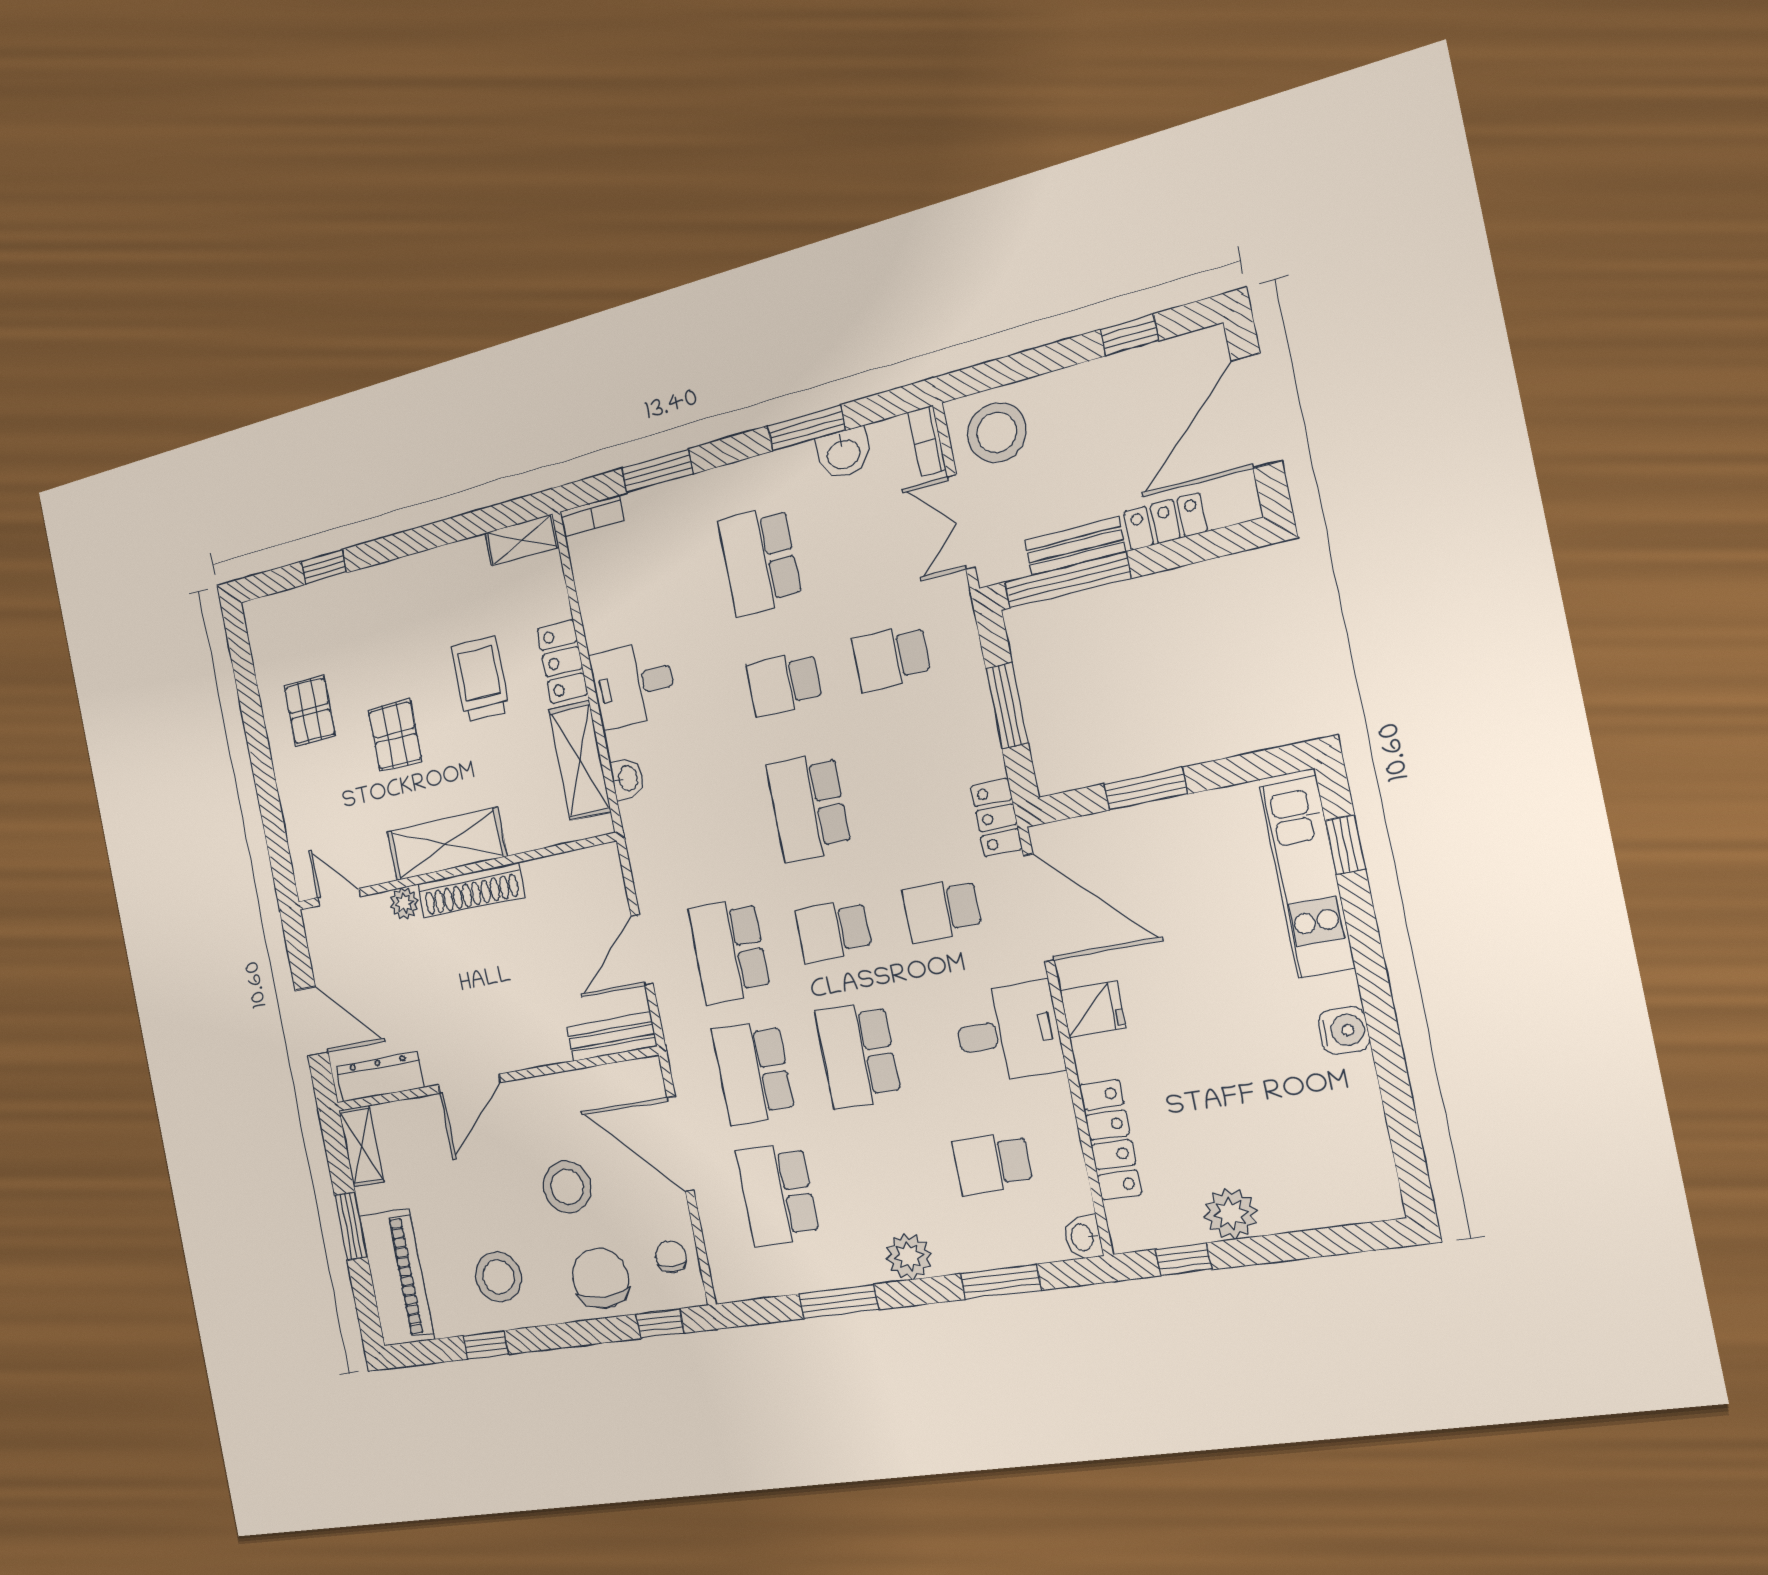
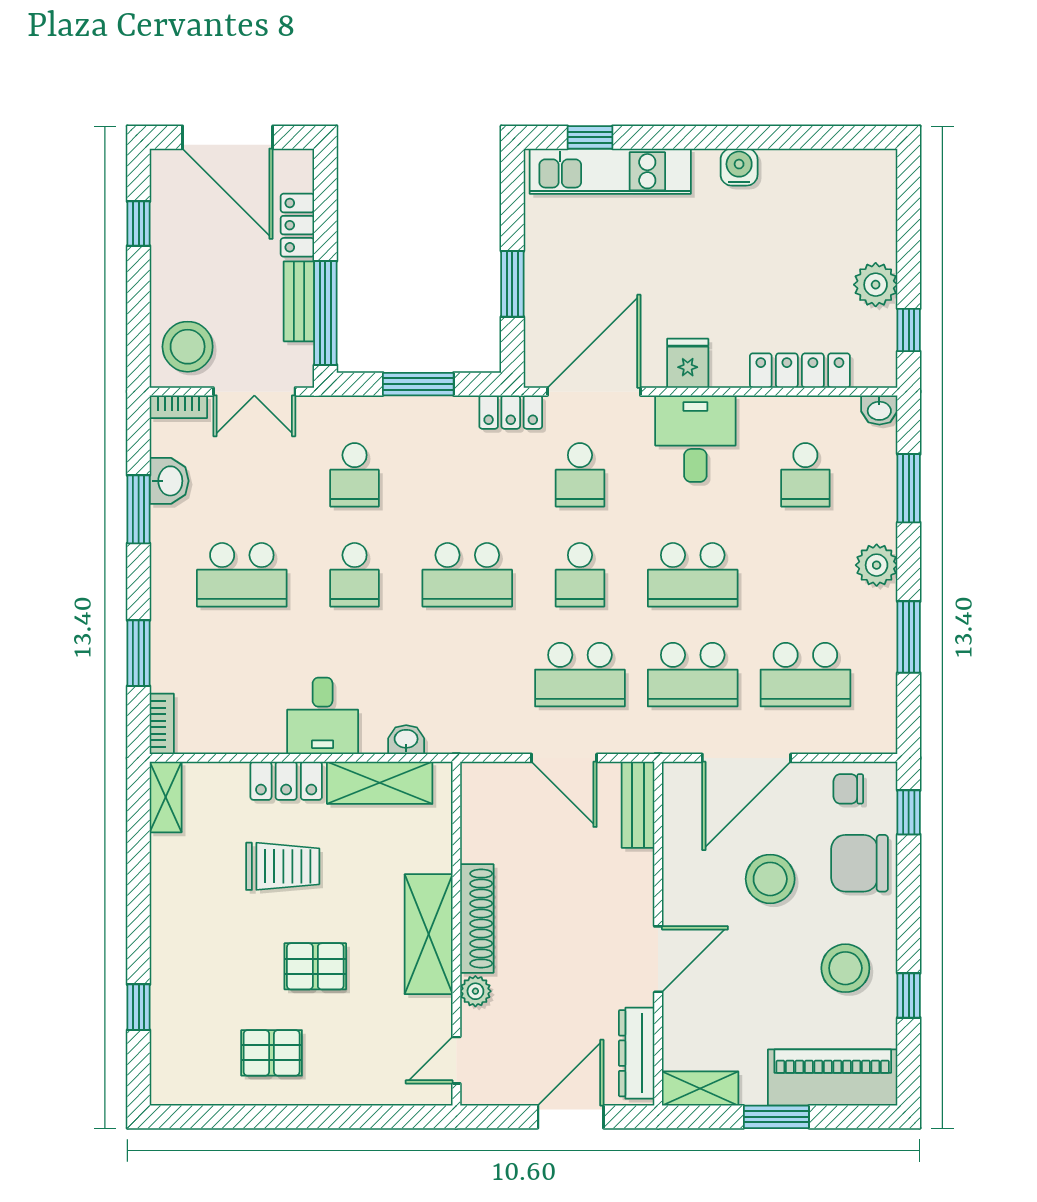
trolley: (480, 679) -> (283, 866), turned 180
door: (469, 1084) -> (658, 959), hinge flipped

